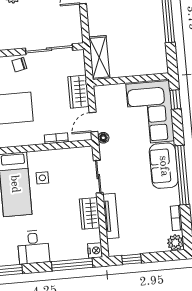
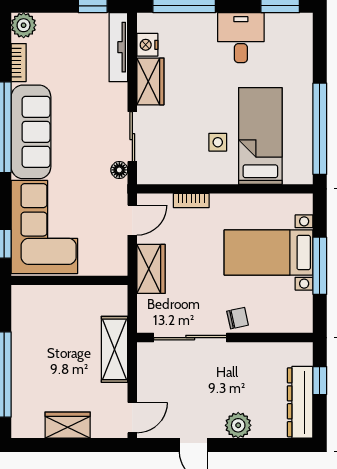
shelving: (99, 58) -> (115, 349), moved
floor lamp: (103, 138) -> (119, 170), moved
sofa: (164, 166) -> (31, 132), width x1.36
tv unit: (111, 216) -> (118, 47), moved
nightstand: (95, 251) -> (147, 45), moved

